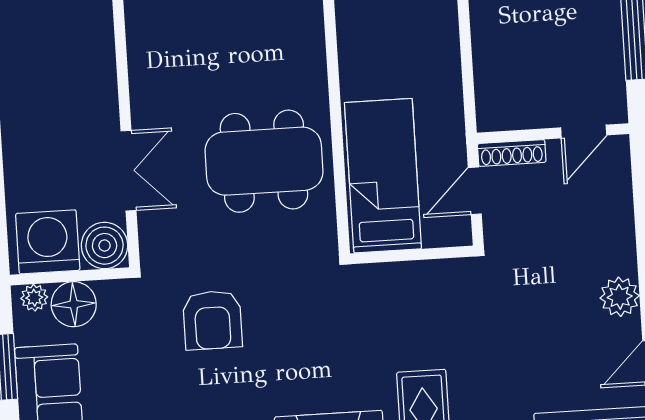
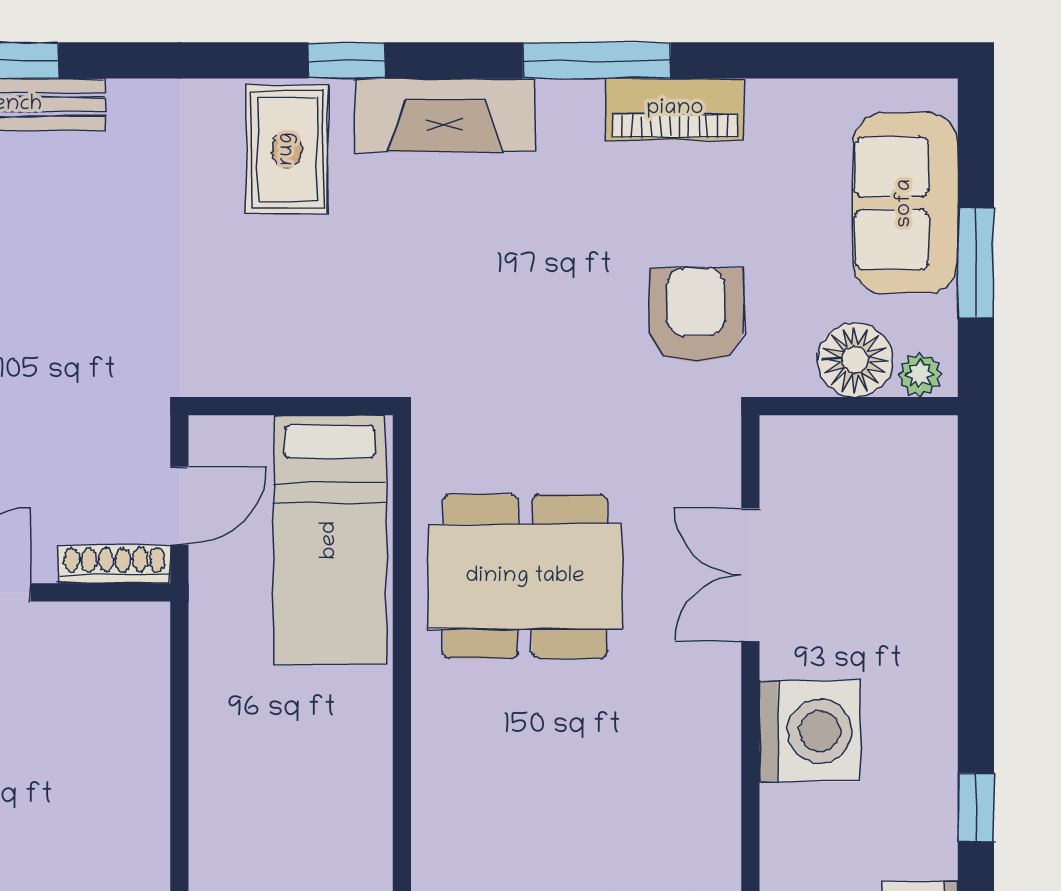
washing machine: (48, 242) -> (810, 731), moved, turned -90
boiler: (105, 246) -> (798, 454), removed
armchair: (212, 320) -> (696, 315), moved

